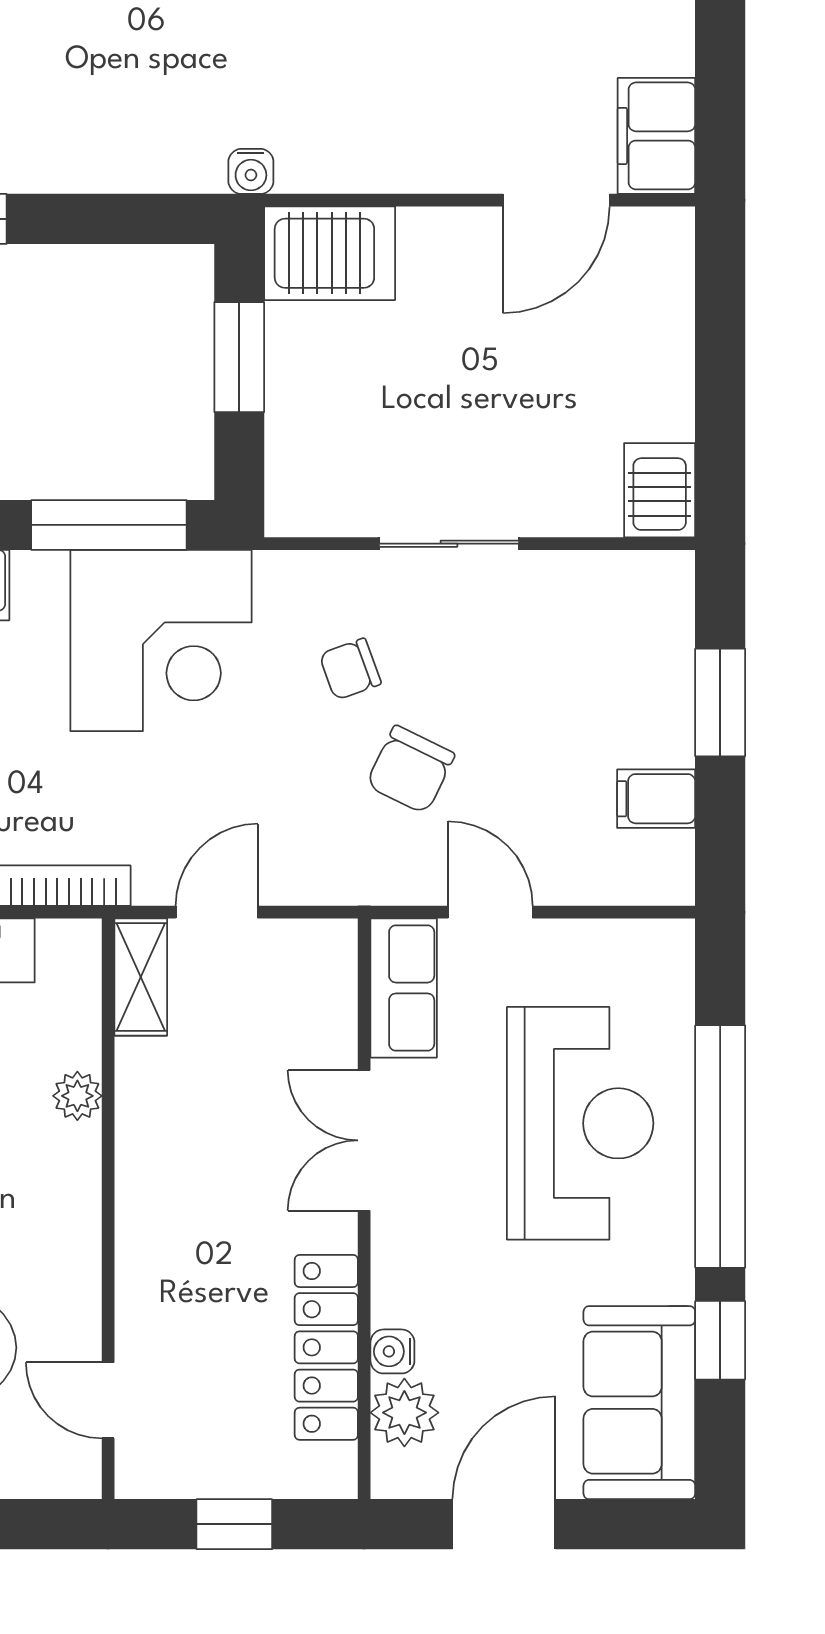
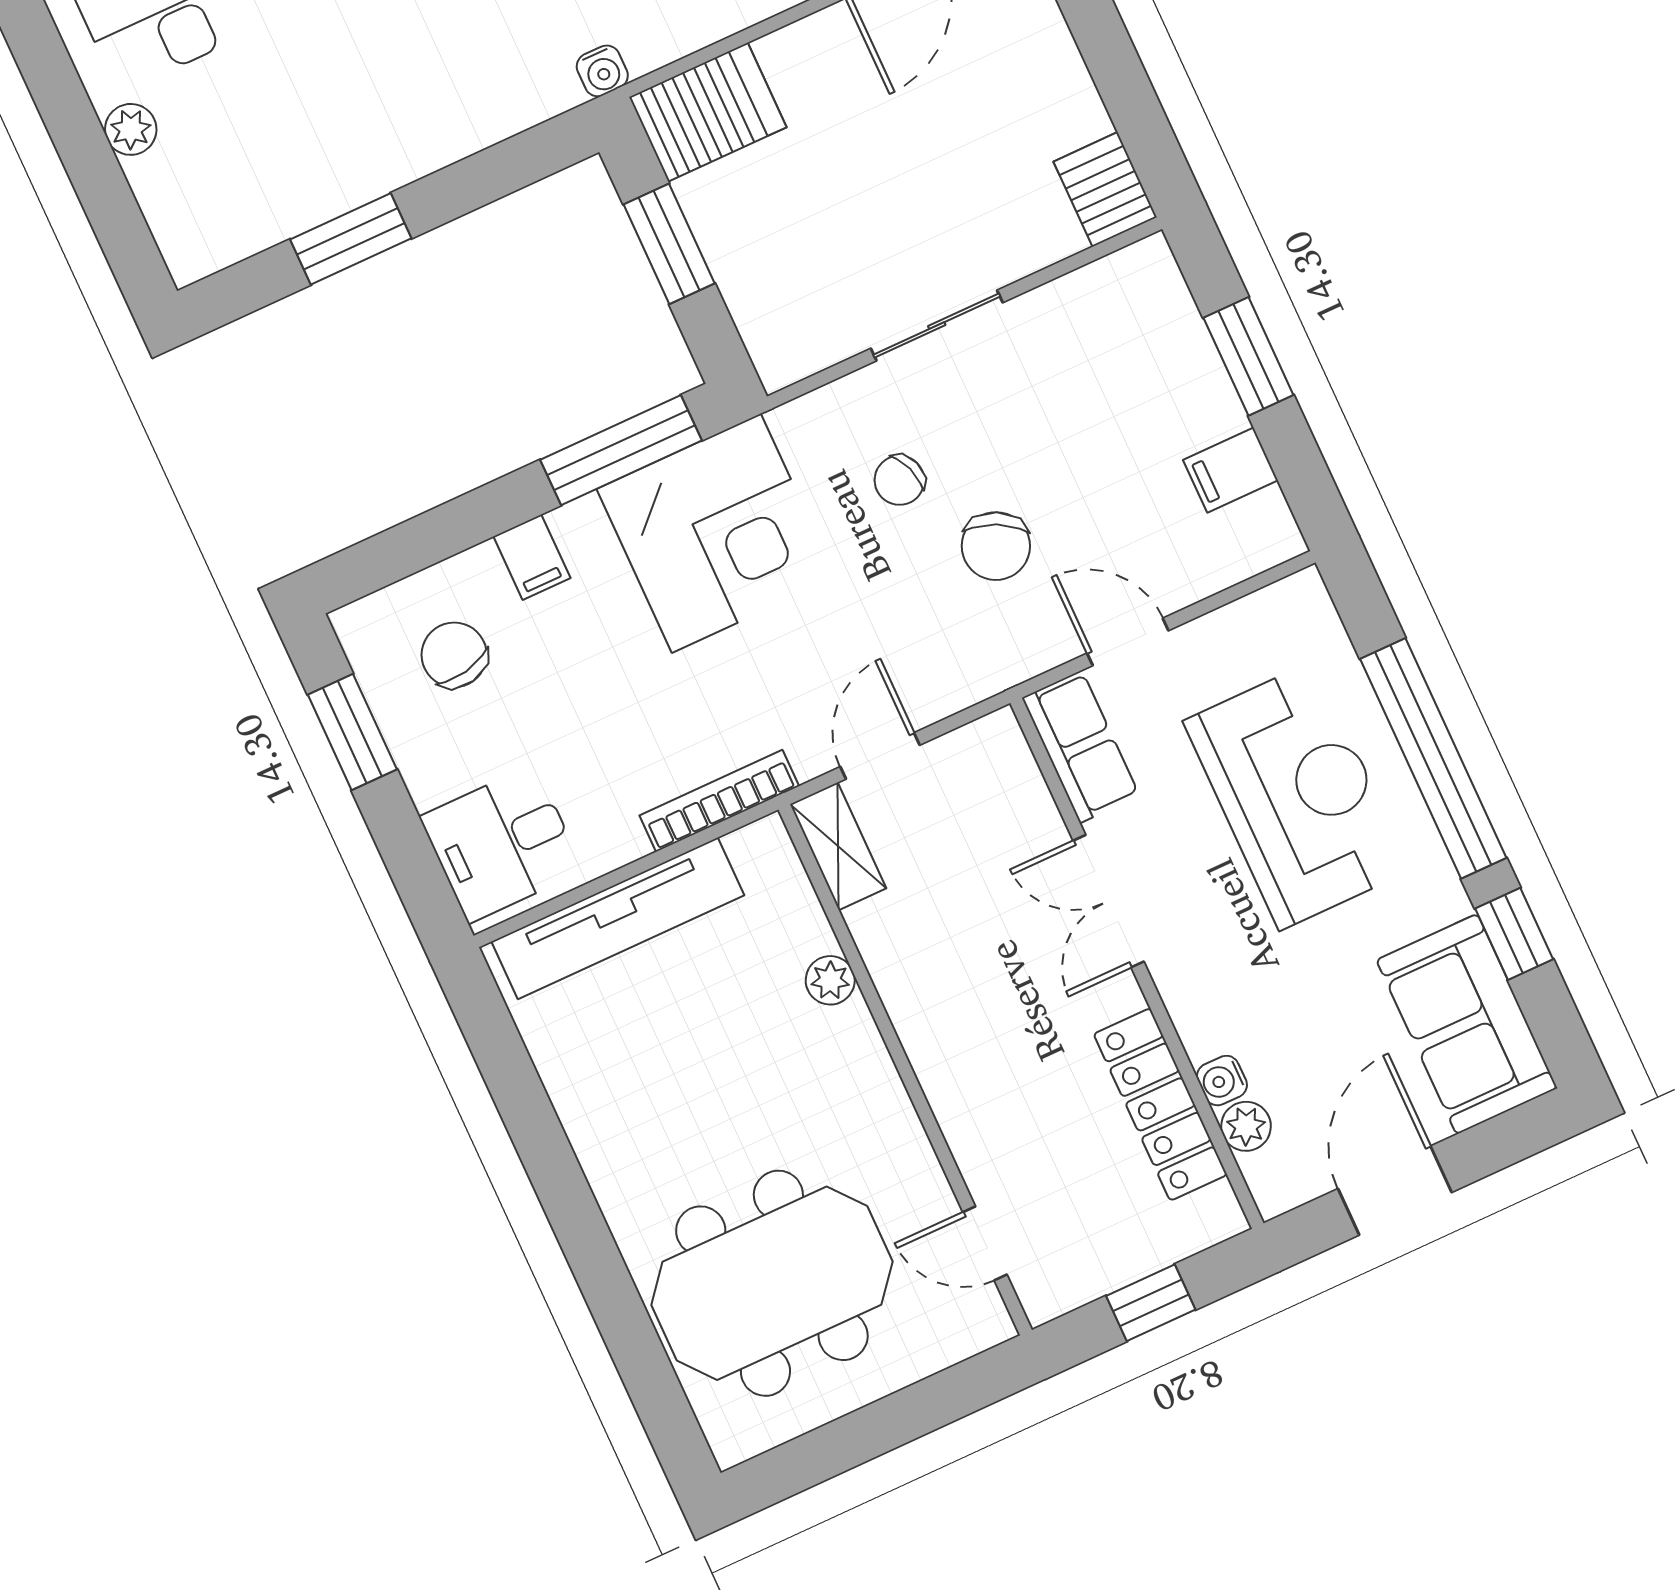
plant: (404, 1413) -> (1246, 1126), width x0.73, depth x0.73

